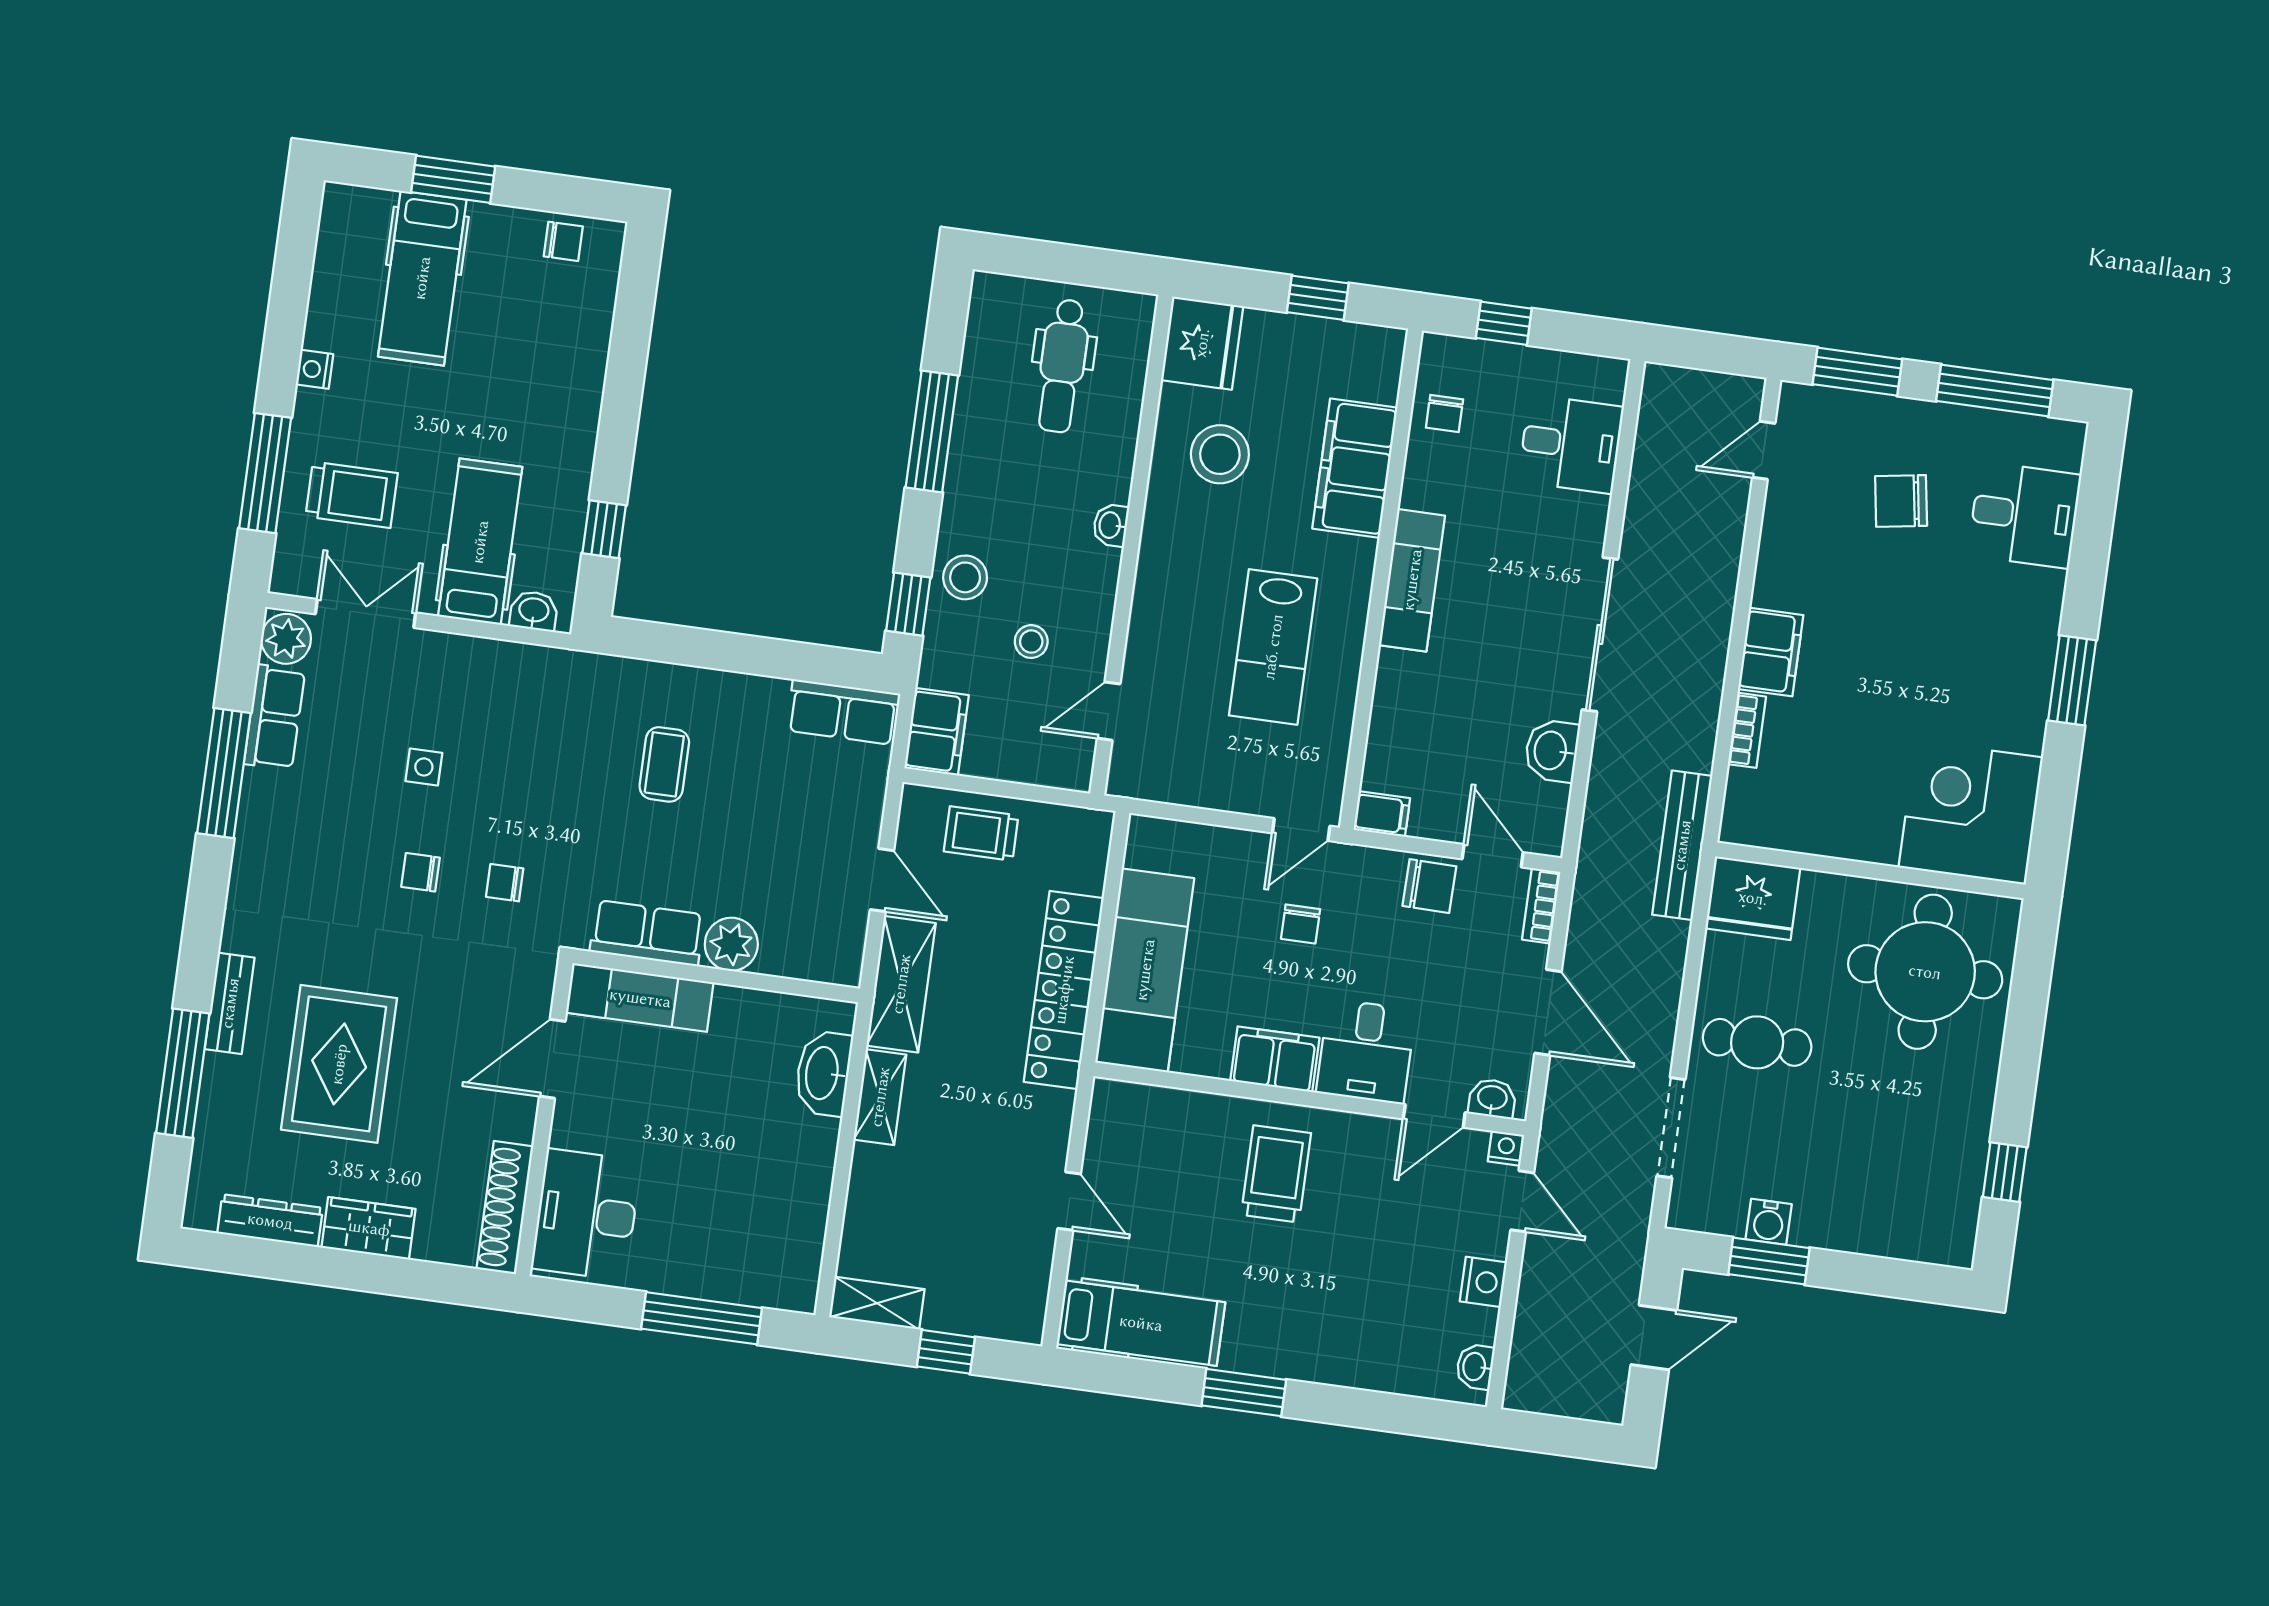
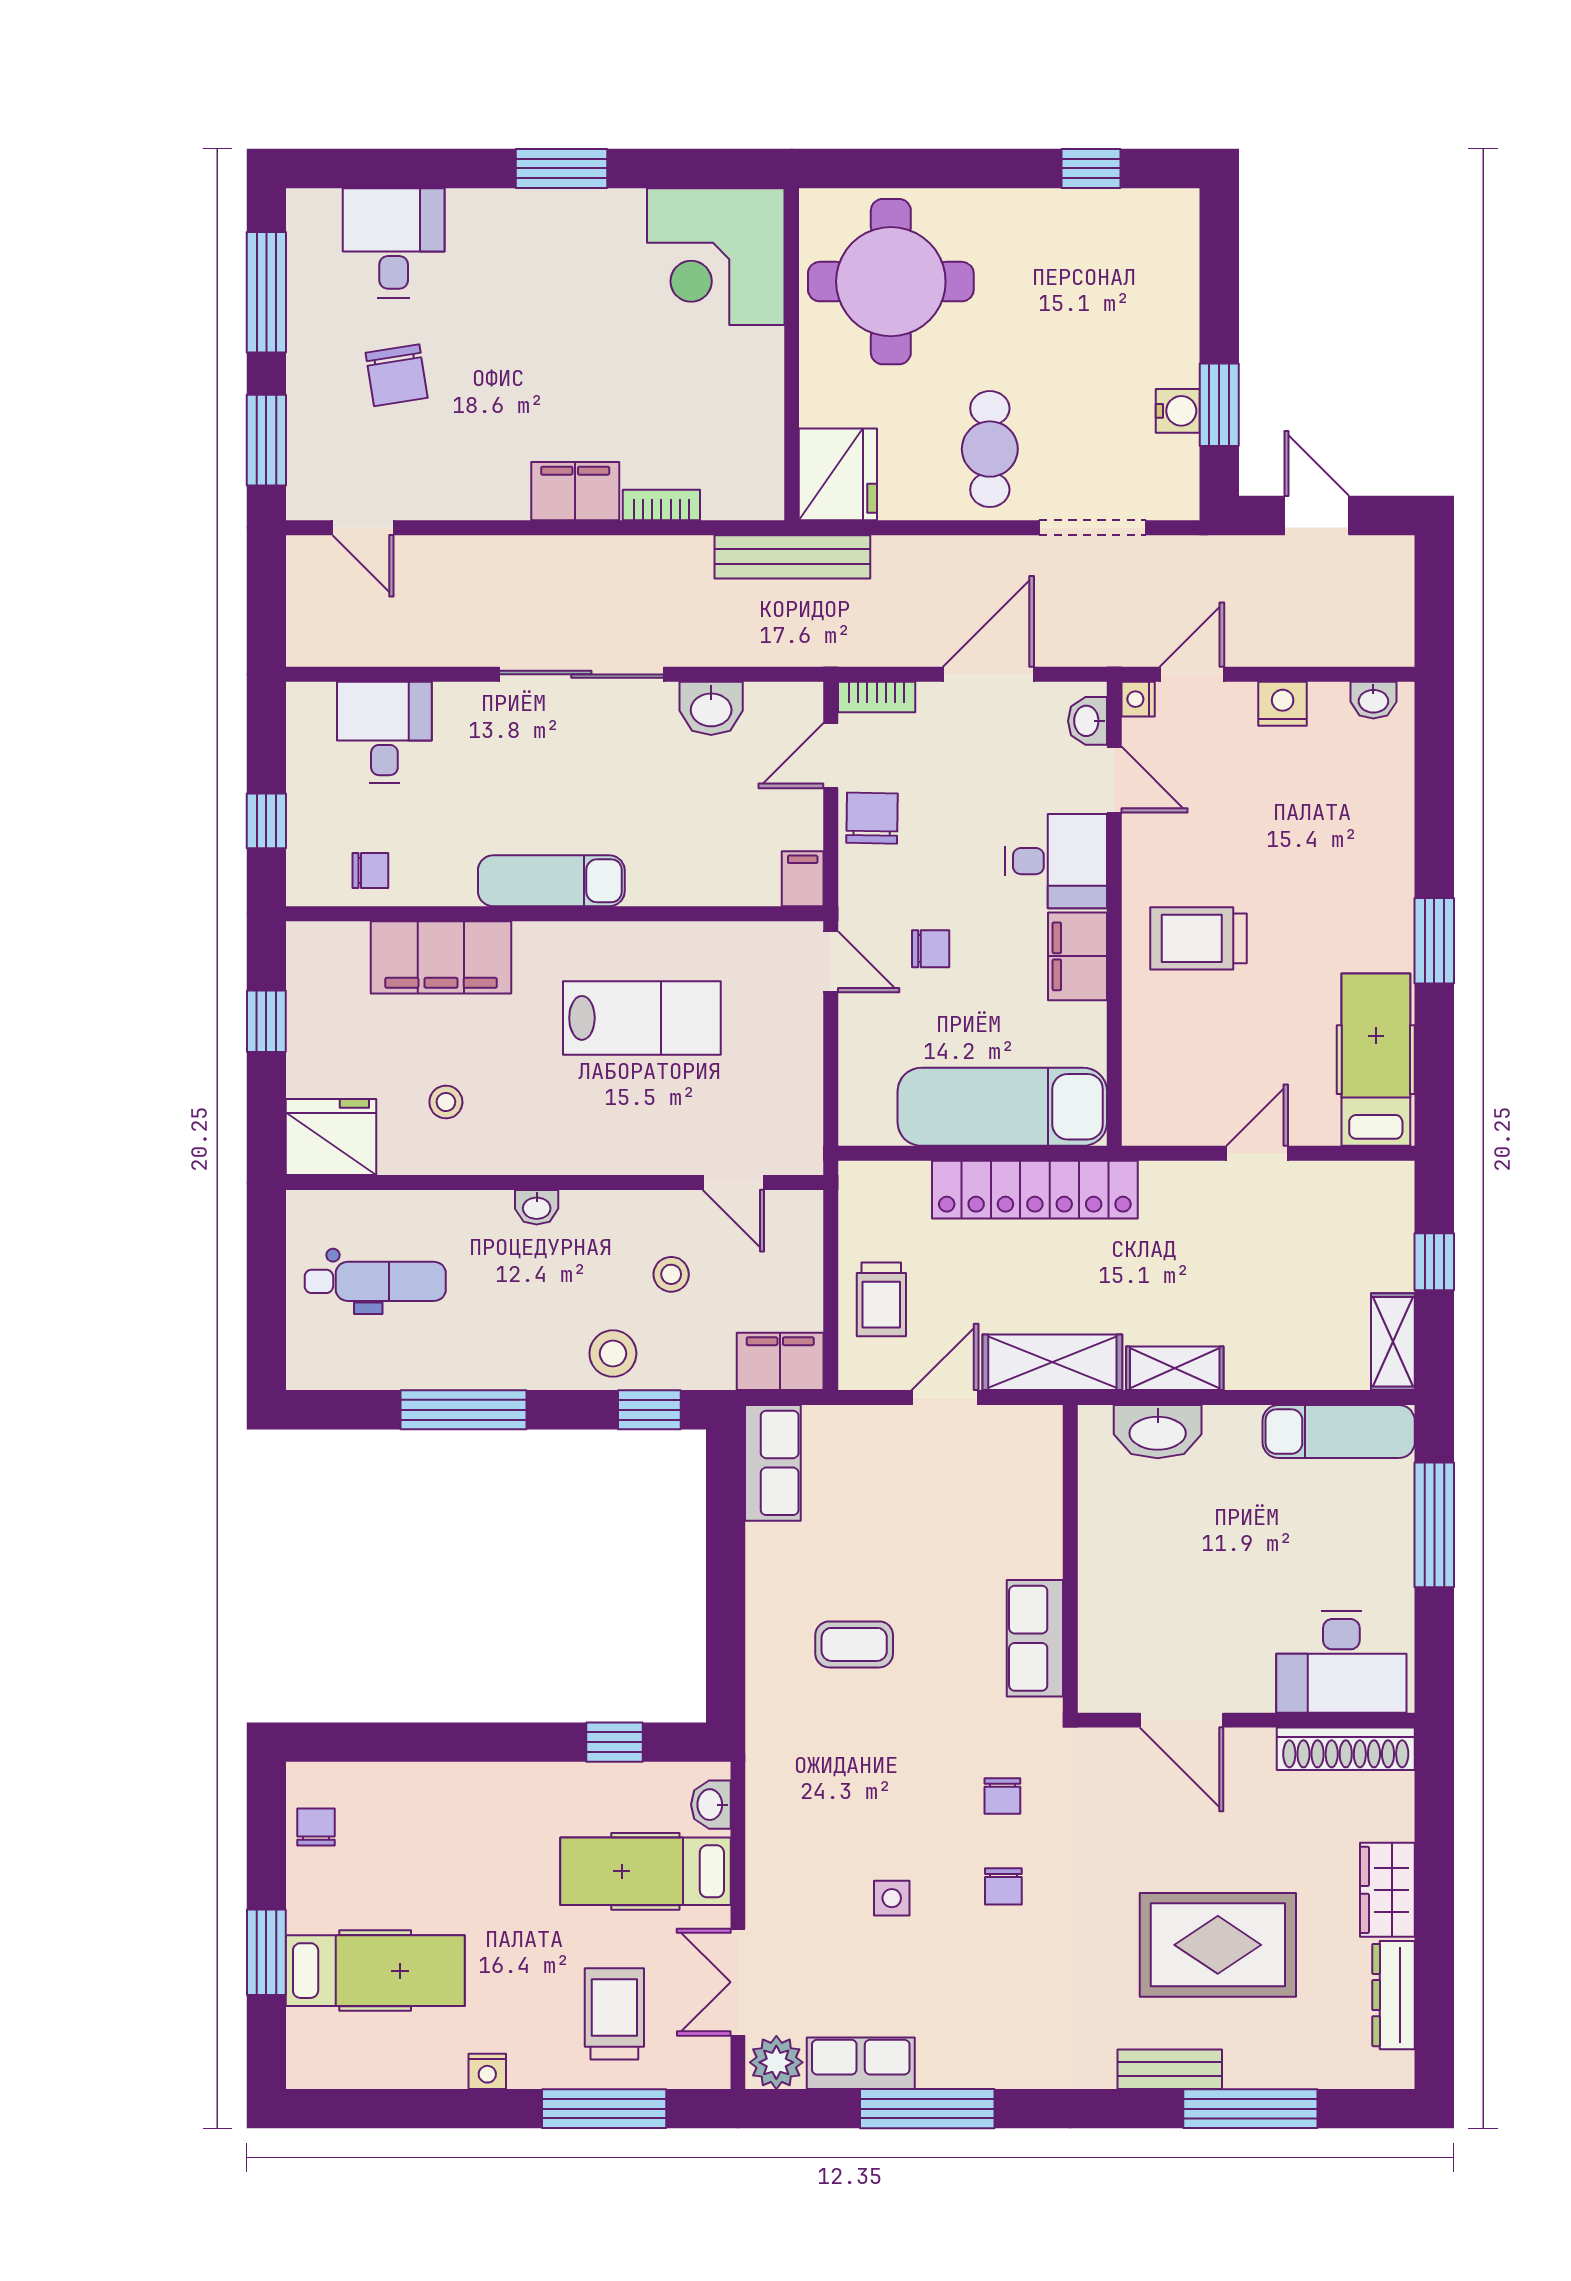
stool: (1220, 454) -> (446, 1102), width x0.53, depth x0.53
plant: (731, 944) -> (1035, 1548), removed
exam couch: (640, 998) -> (1339, 1432), moved, turned 90

